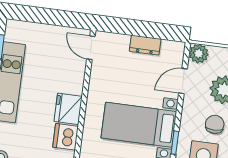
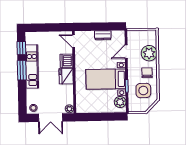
plant: (199, 54) -> (133, 36), removed
dishwasher: (66, 137) -> (66, 61), moved

